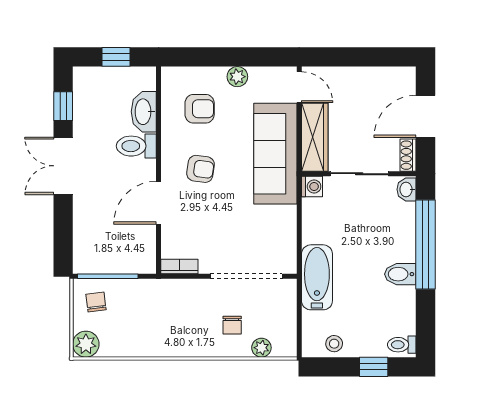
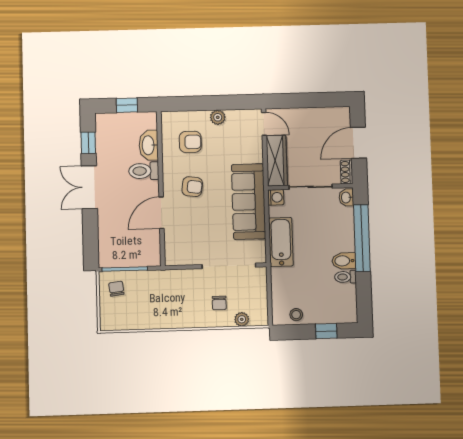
sofa: (275, 154) -> (249, 202), moved
bookcase: (179, 266) -> (178, 260), removed
bathtub: (317, 277) -> (281, 242), moved
plant: (86, 344) -> (110, 321), removed
toilet: (402, 345) -> (346, 277), moved

